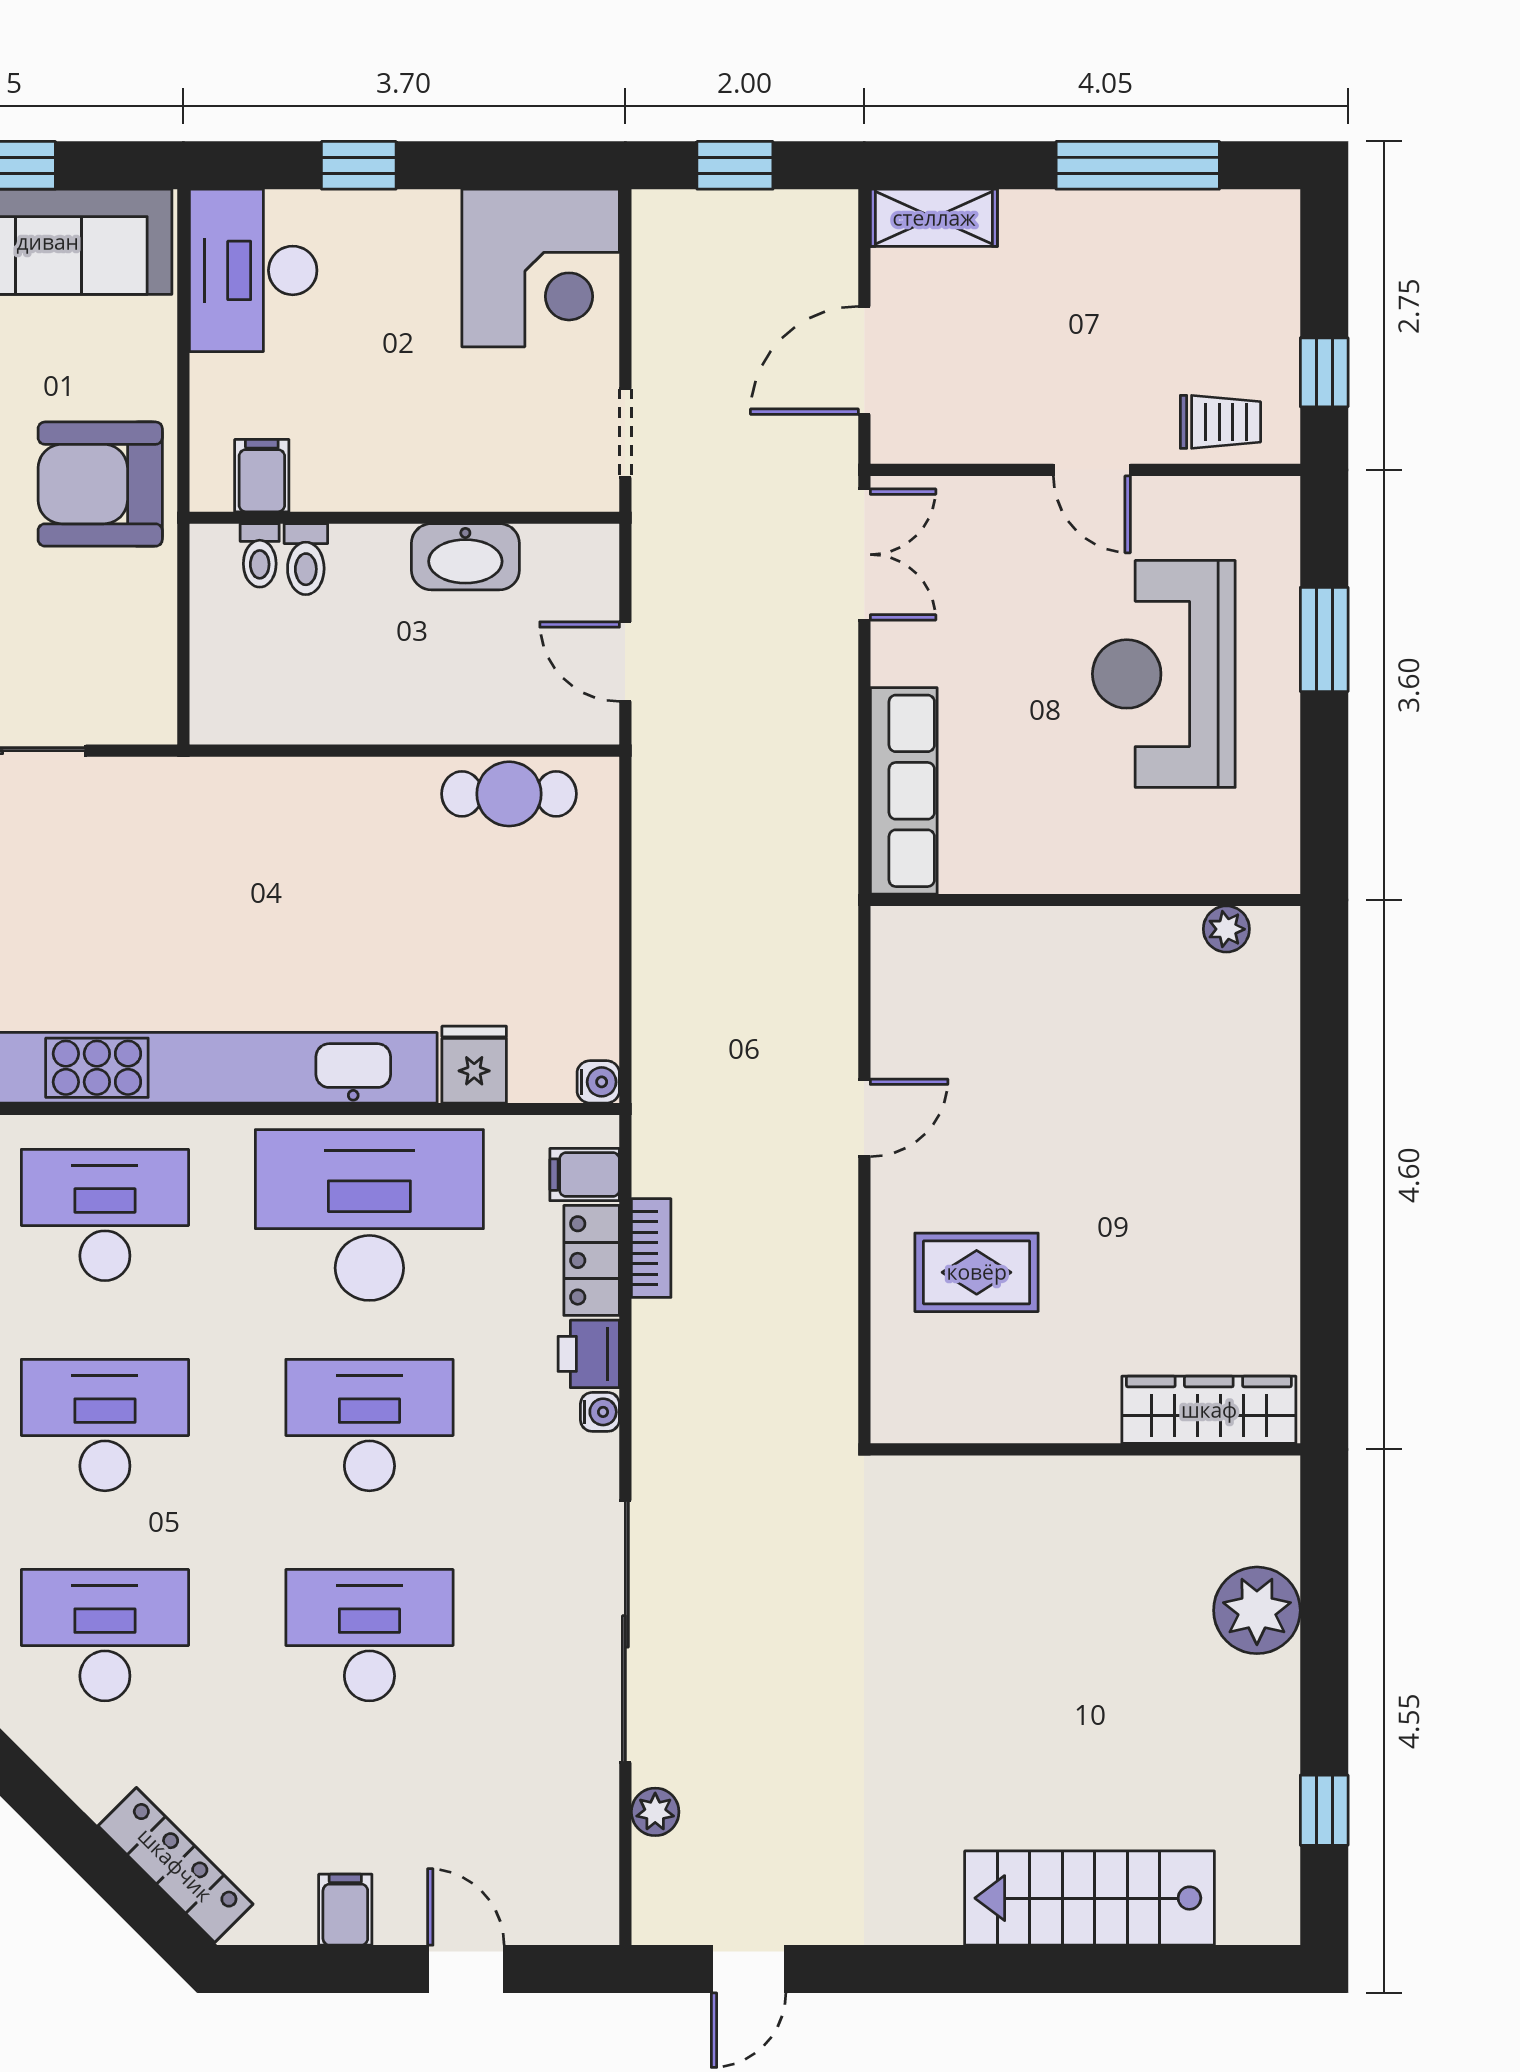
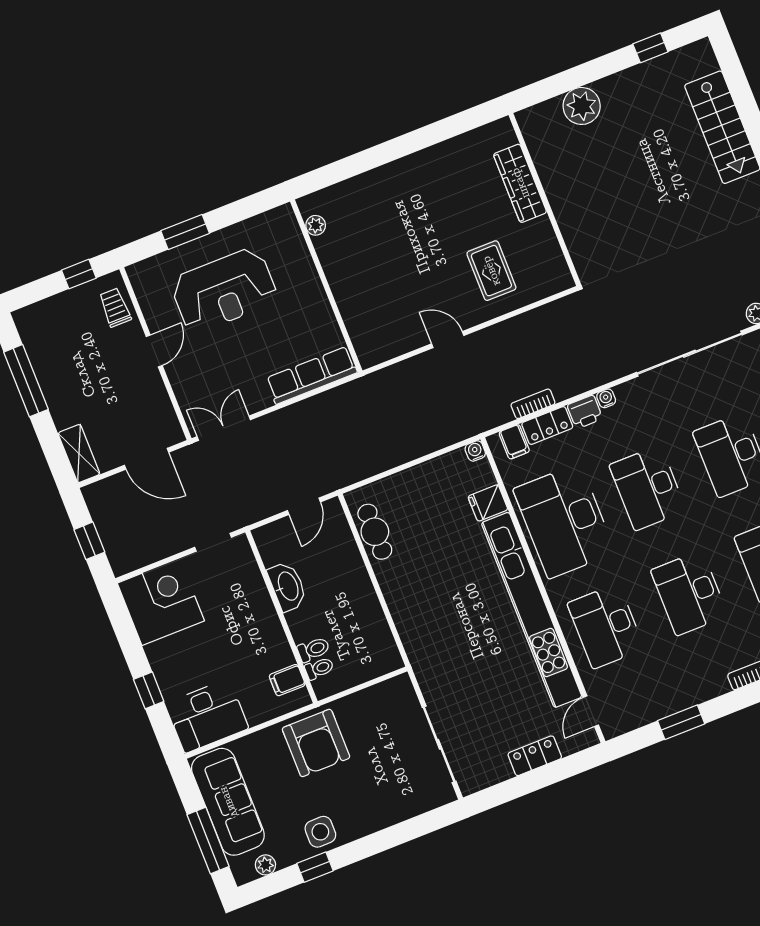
wardrobe: (1209, 1410) -> (520, 183), moved

